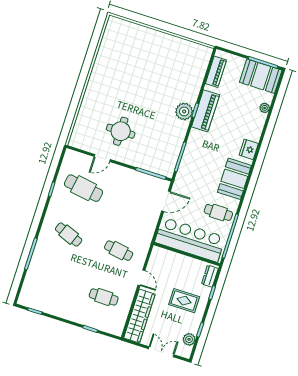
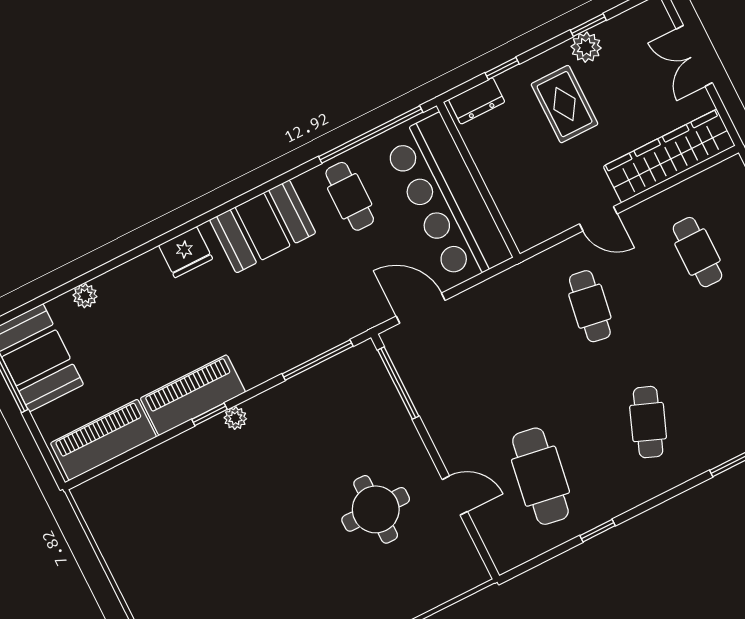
piano: (216, 72) -> (103, 440), width x1.37, depth x1.33
plant: (184, 111) -> (235, 418), width x0.53, depth x0.53
door: (141, 278) -> (598, 219), swing flipped
plant: (189, 339) -> (586, 47), moved

